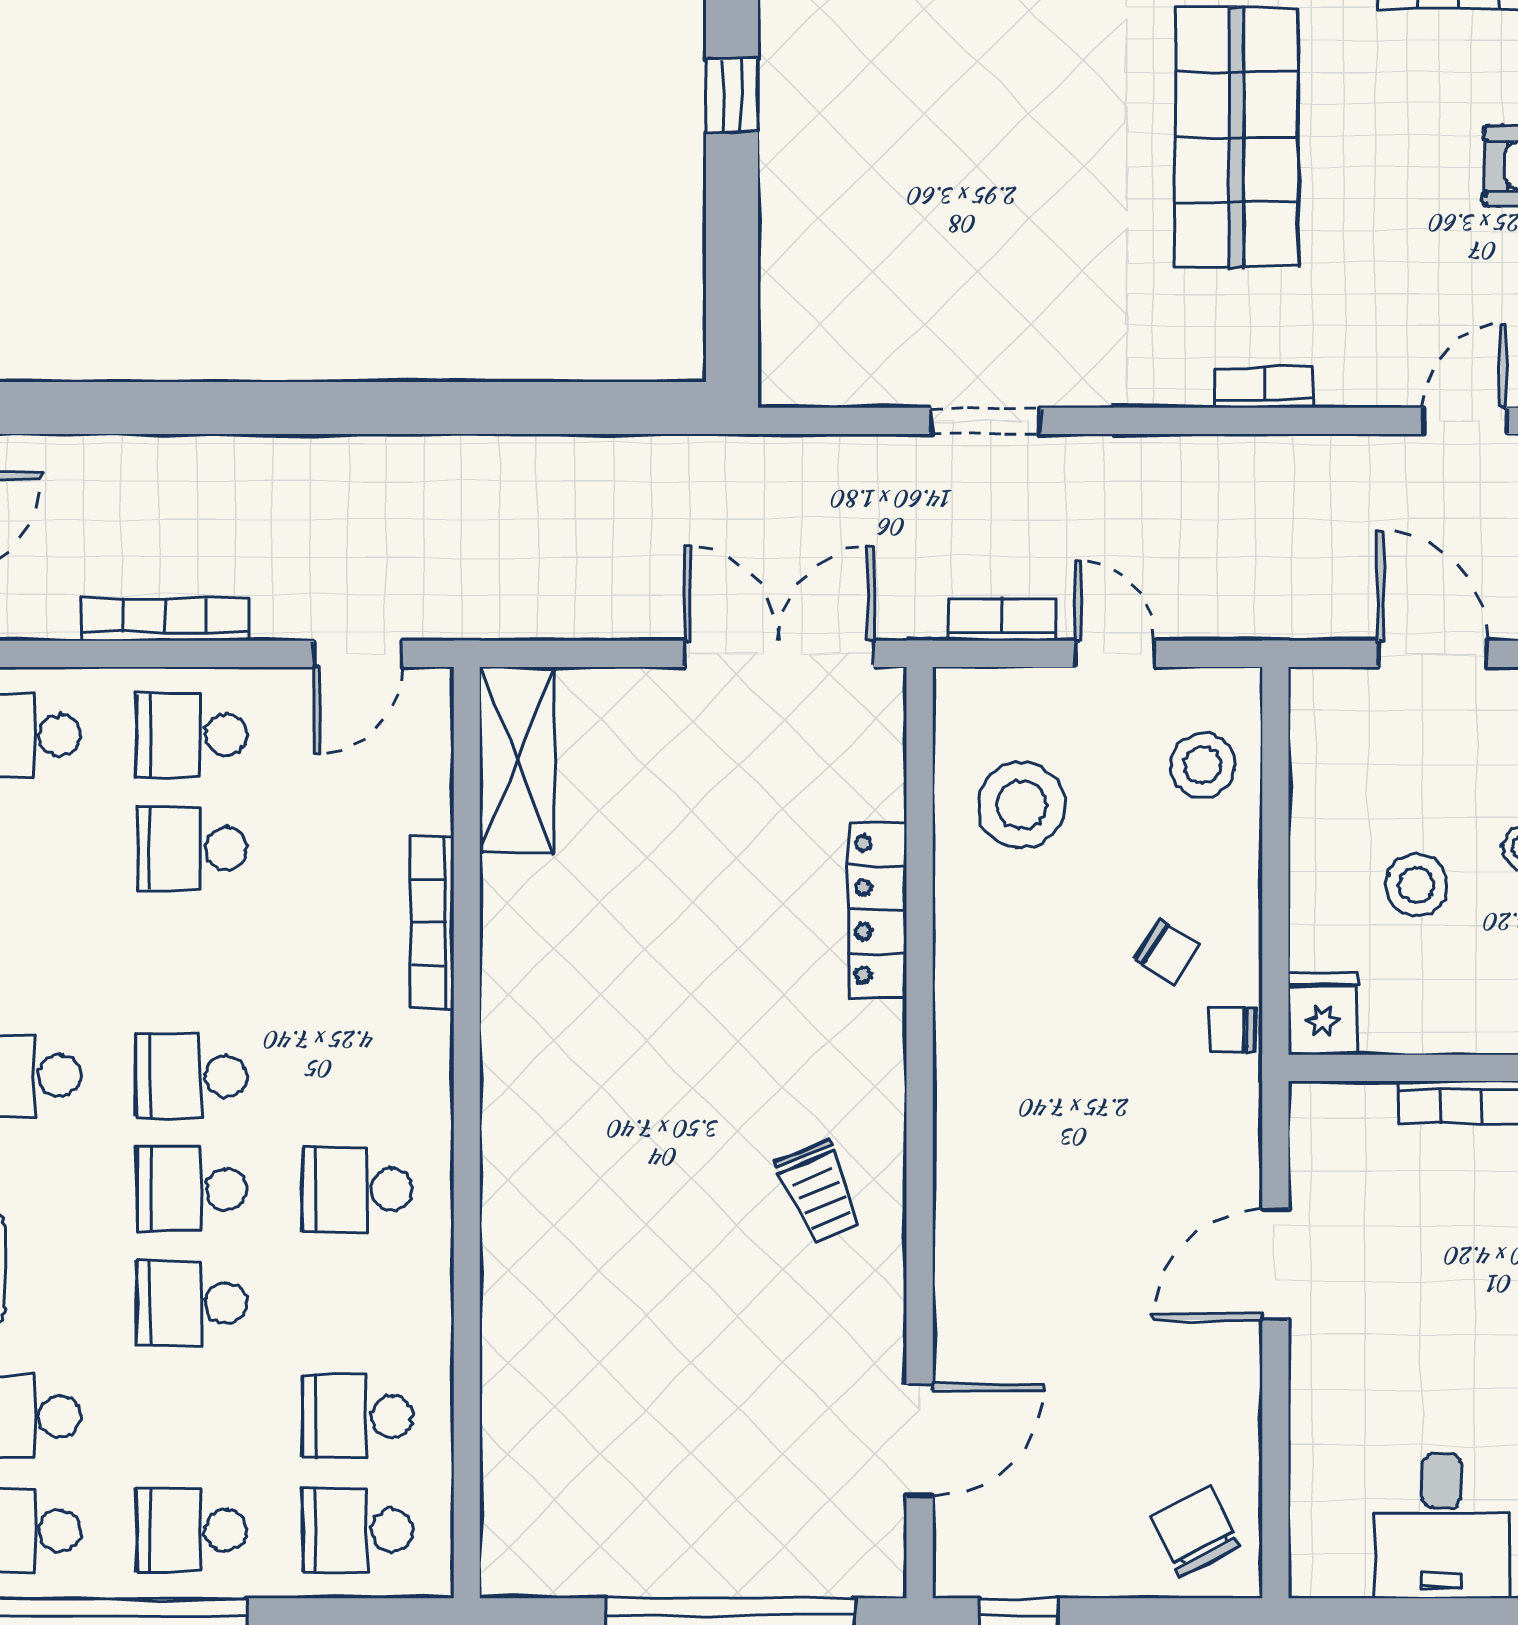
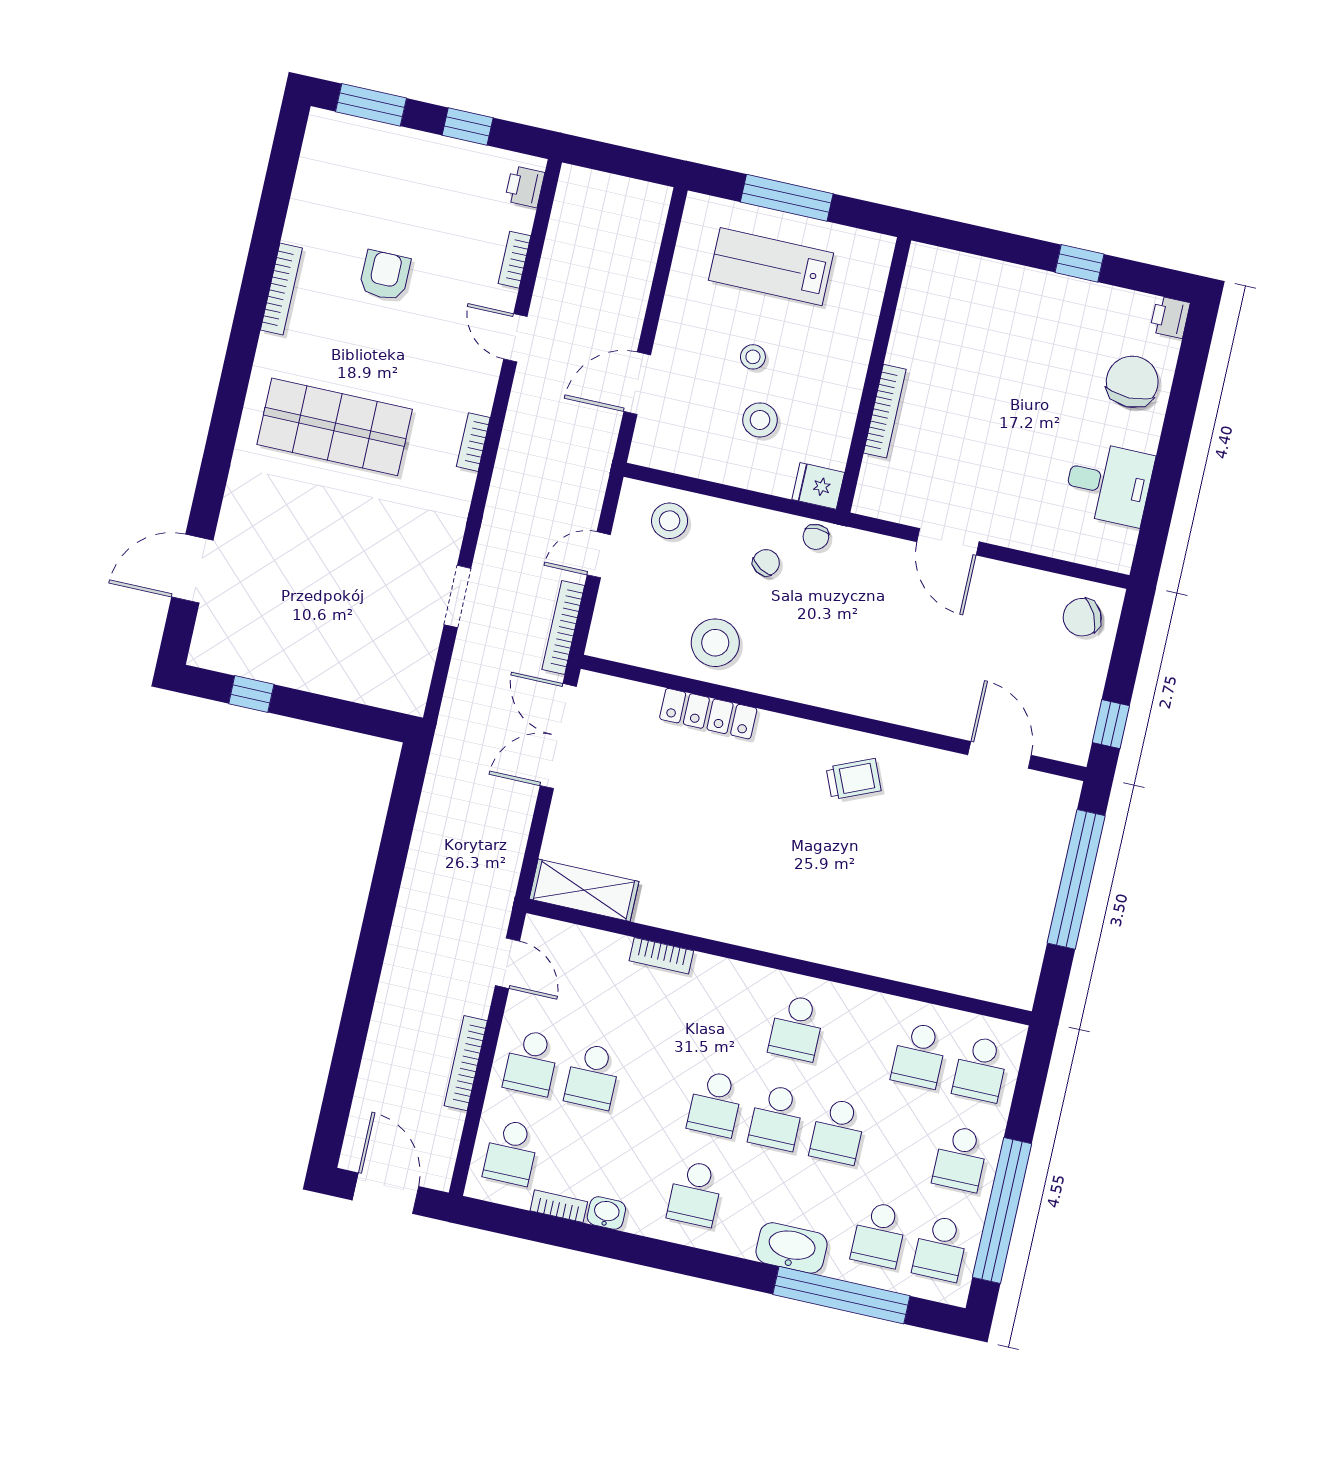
bookcase: (1002, 620) -> (563, 627), width x1.56
stool: (1021, 805) -> (715, 643), moved
bookcase: (432, 923) -> (661, 956), width x0.64

